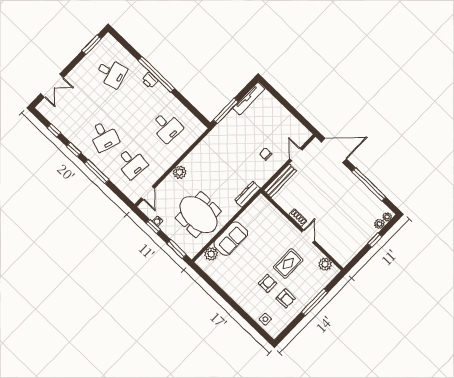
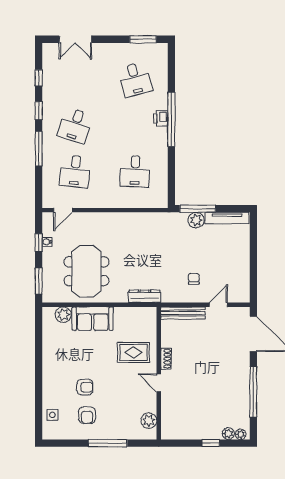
plant: (180, 172) -> (196, 220), moved
door: (308, 236) -> (159, 383), swing flipped
rug: (288, 263) -> (133, 352), moved

